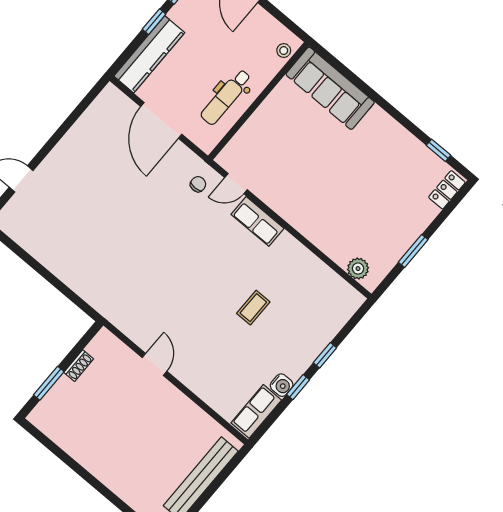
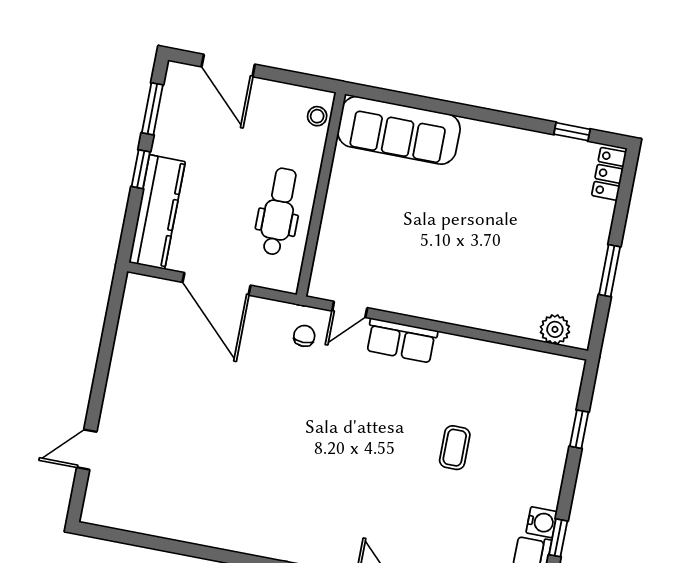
dental chair: (226, 97) -> (279, 212), turned 180
window: (325, 355) -> (579, 429), moved
window: (298, 387) -> (558, 538), moved

